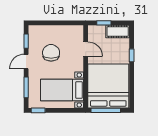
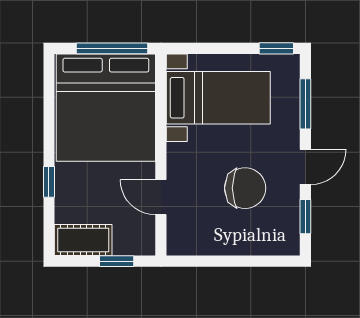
chair: (51, 53) -> (245, 188), turned -90

